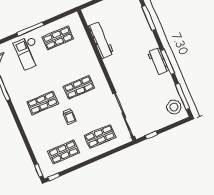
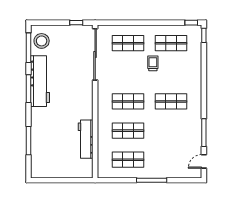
checkout: (29, 53) -> (163, 158), removed
workbench: (158, 61) -> (40, 81), width x1.88, depth x1.32
shop shelf: (68, 63) -> (128, 131), added
trolley: (69, 116) -> (153, 63), moved

